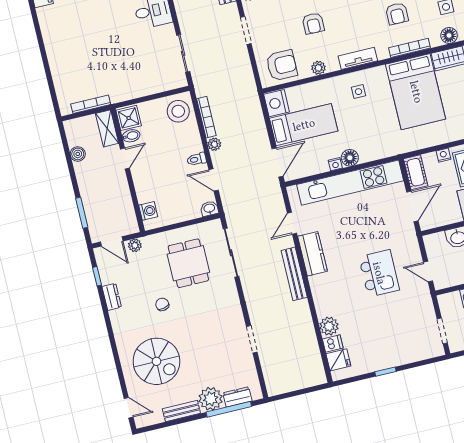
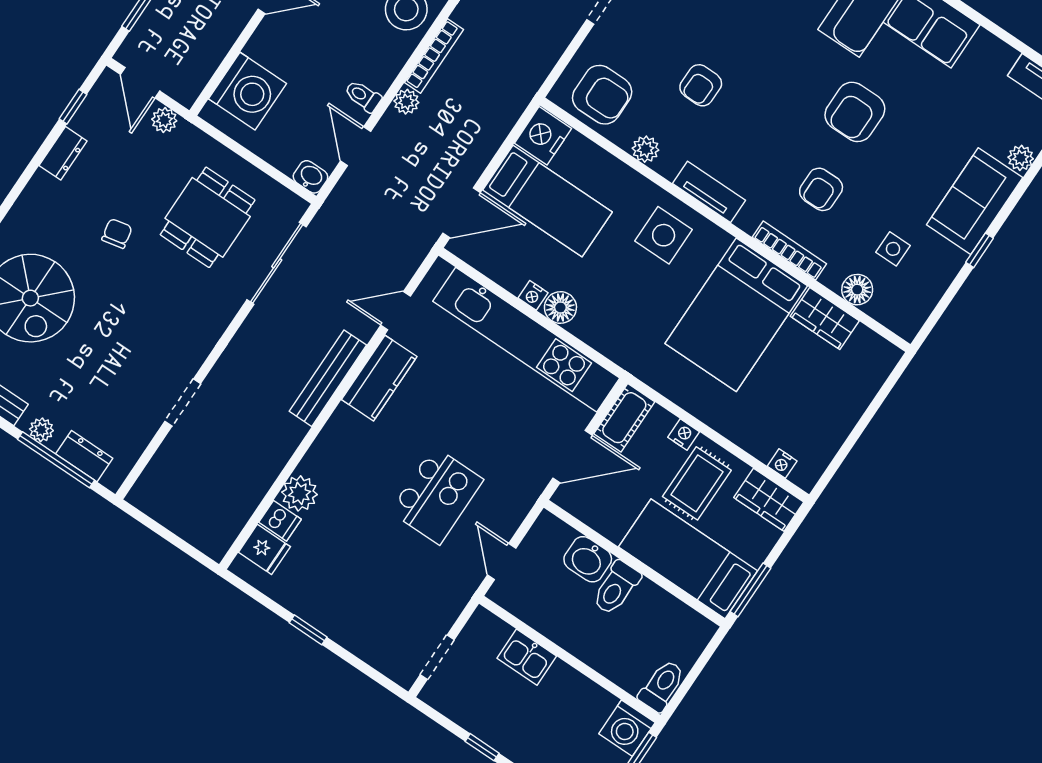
side table: (358, 92) -> (664, 235), width x1.87, depth x1.87
washing machine: (148, 211) -> (248, 91), width x1.89, depth x1.89
plant: (211, 399) -> (41, 430), width x0.53, depth x0.53

